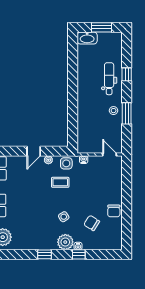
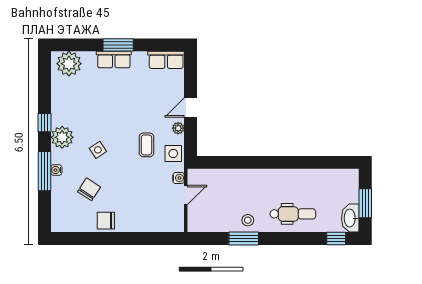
washbasin: (87, 38) -> (350, 218), moved
window: (127, 74) -> (336, 239), moved
door: (34, 151) -> (191, 107), hinge flipped
door: (110, 154) -> (186, 195), moved
plant: (65, 242) -> (62, 137), moved
window: (79, 254) -> (45, 171), width x2.17

